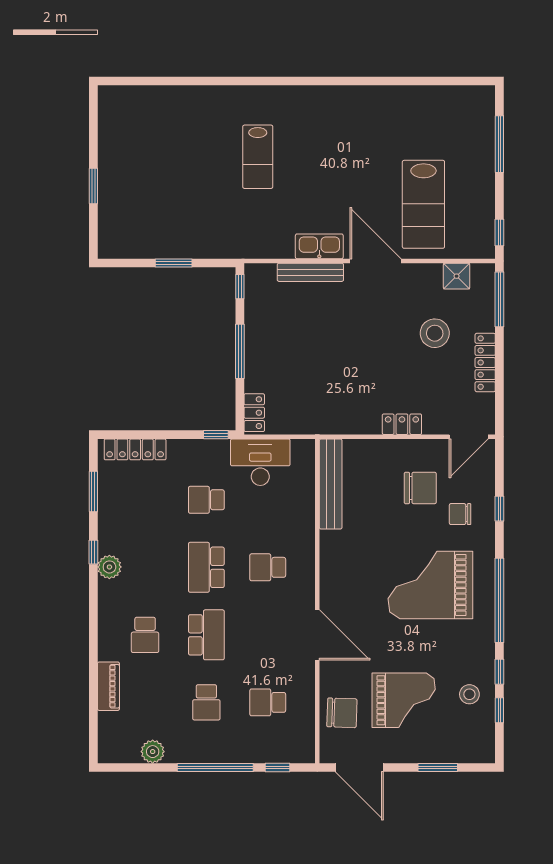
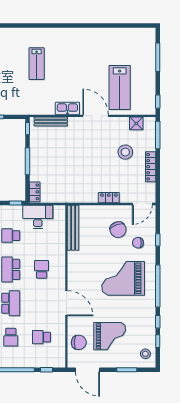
bench: (310, 272) -> (51, 121), moved
chair: (420, 488) -> (118, 230), turned 70
school desk: (268, 567) -> (42, 269), turned 90
stool: (469, 694) -> (145, 354), moved

